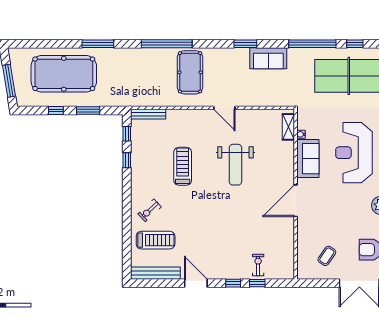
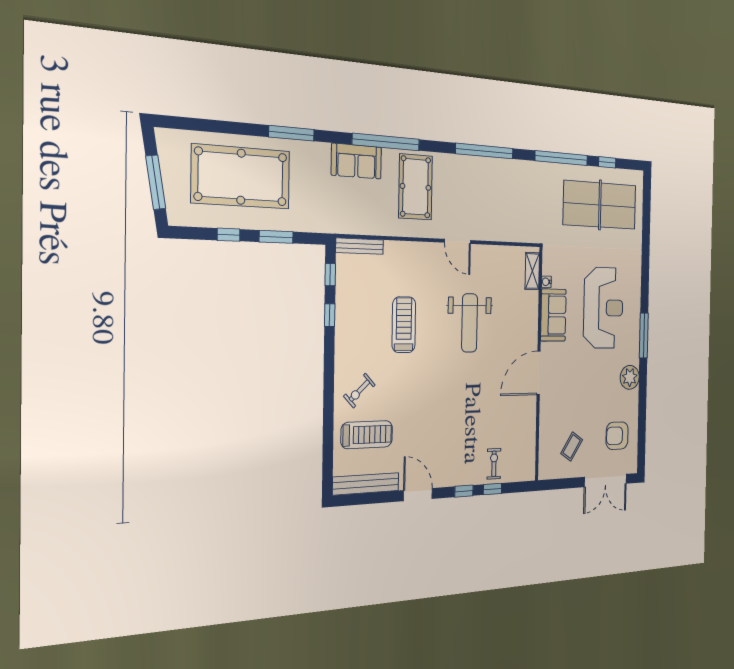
window: (245, 44) -> (484, 151), width x2.11
sofa: (268, 58) -> (356, 161), moved
reception desk: (354, 153) -> (603, 308), turned 180

